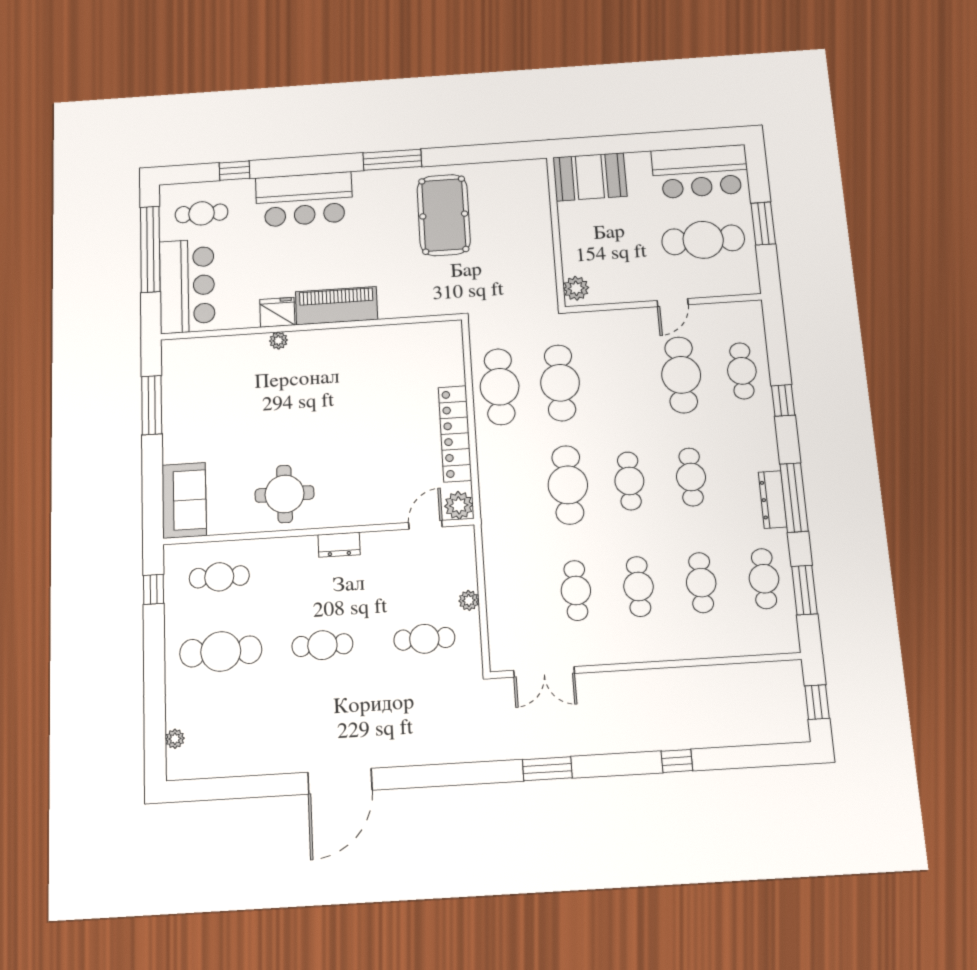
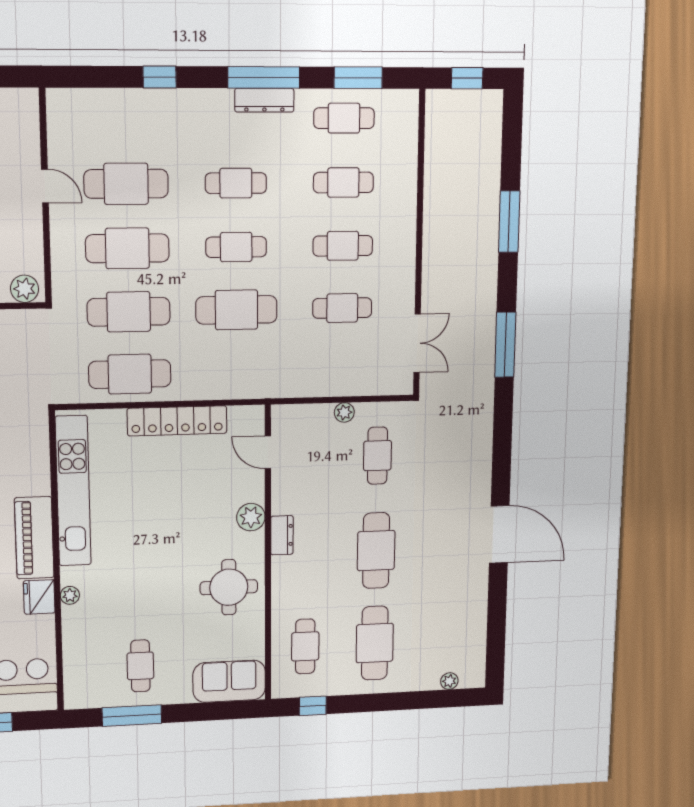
kitchen unit: (383, 339) -> (73, 491), added
cafe table: (742, 371) -> (127, 248), moved, width x1.37, depth x1.35
cafe table: (204, 411) -> (140, 666), added
plant: (459, 505) -> (251, 517), moved
cafe table: (322, 645) -> (376, 551), width x1.37, depth x1.35
window: (677, 761) -> (509, 222), width x2.17
window: (547, 769) -> (505, 345), width x1.44

